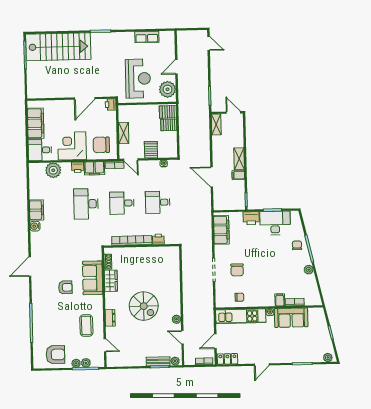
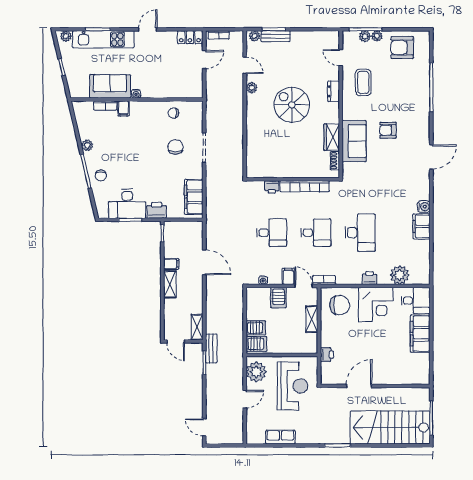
reception desk: (138, 79) -> (292, 386), turned 180
door: (85, 98) -> (359, 386), moved
wall: (71, 99) -> (375, 386), moved
bench: (204, 107) -> (211, 348), added
filing cabinet: (94, 168) -> (288, 276), moved, width x0.50
kitchen unit: (241, 316) -> (103, 39), moved, turned 180

